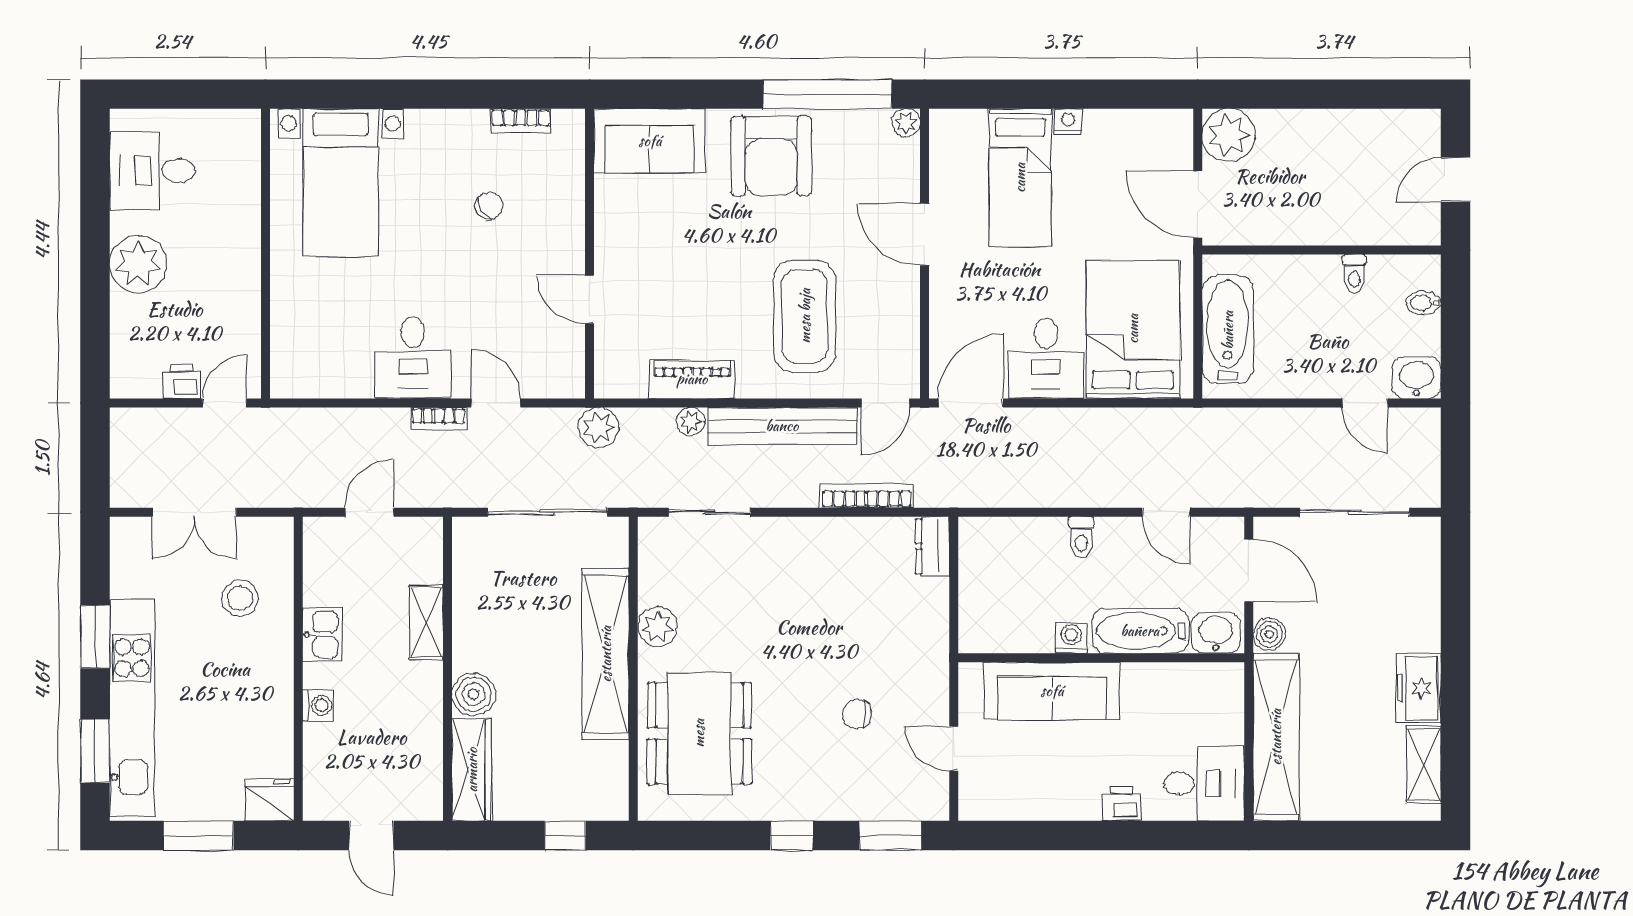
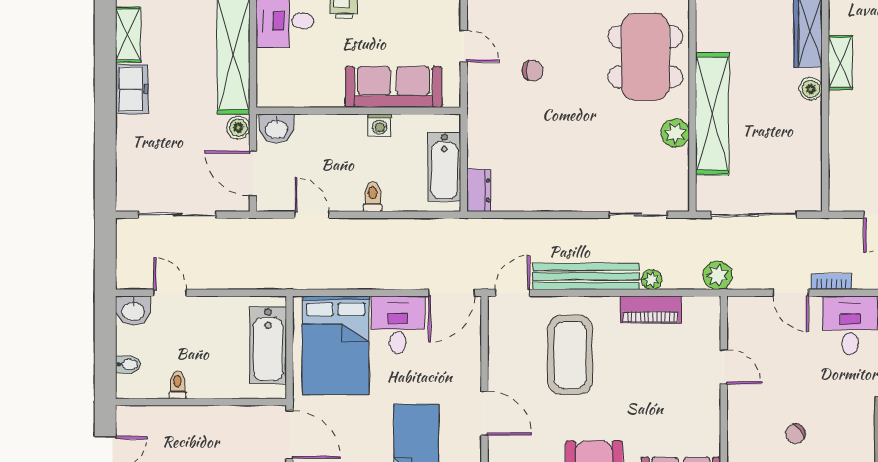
bookcase: (867, 496) -> (526, 226), removed
shelving: (426, 622) -> (840, 62), moved
bathtub: (1140, 631) -> (444, 167), moved, turned 90
boiler: (474, 694) -> (811, 89), width x0.73, depth x0.73

